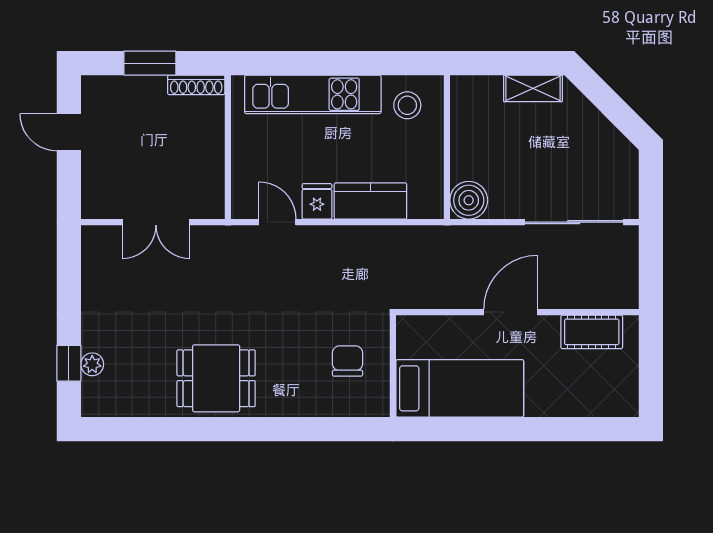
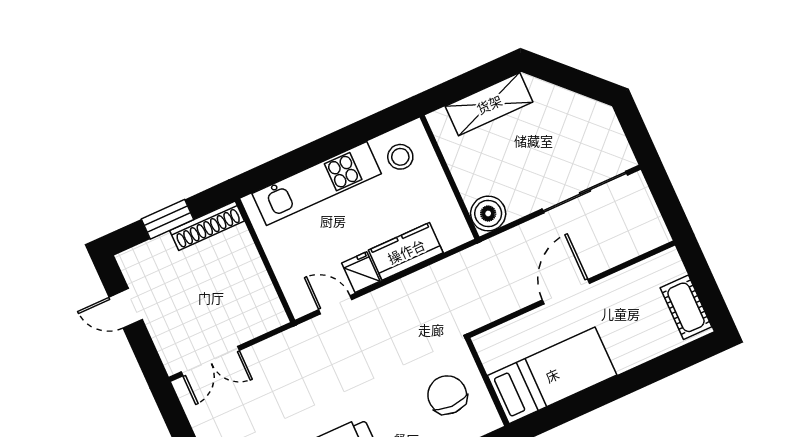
shoe rack: (196, 85) -> (207, 226), width x1.36, depth x1.24
shelving: (533, 88) -> (489, 104), width x1.50, depth x1.33
double door: (156, 222) -> (210, 361), moved
cot: (592, 332) -> (686, 307), moved, turned 90
chair: (348, 361) -> (447, 395), width x1.37, depth x1.37

